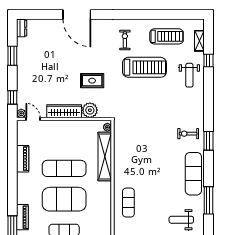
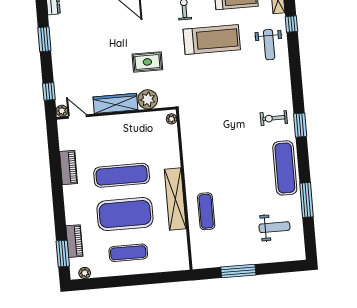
shelving: (105, 157) -> (175, 199), moved
weight bench: (181, 220) -> (274, 227), turned 180

